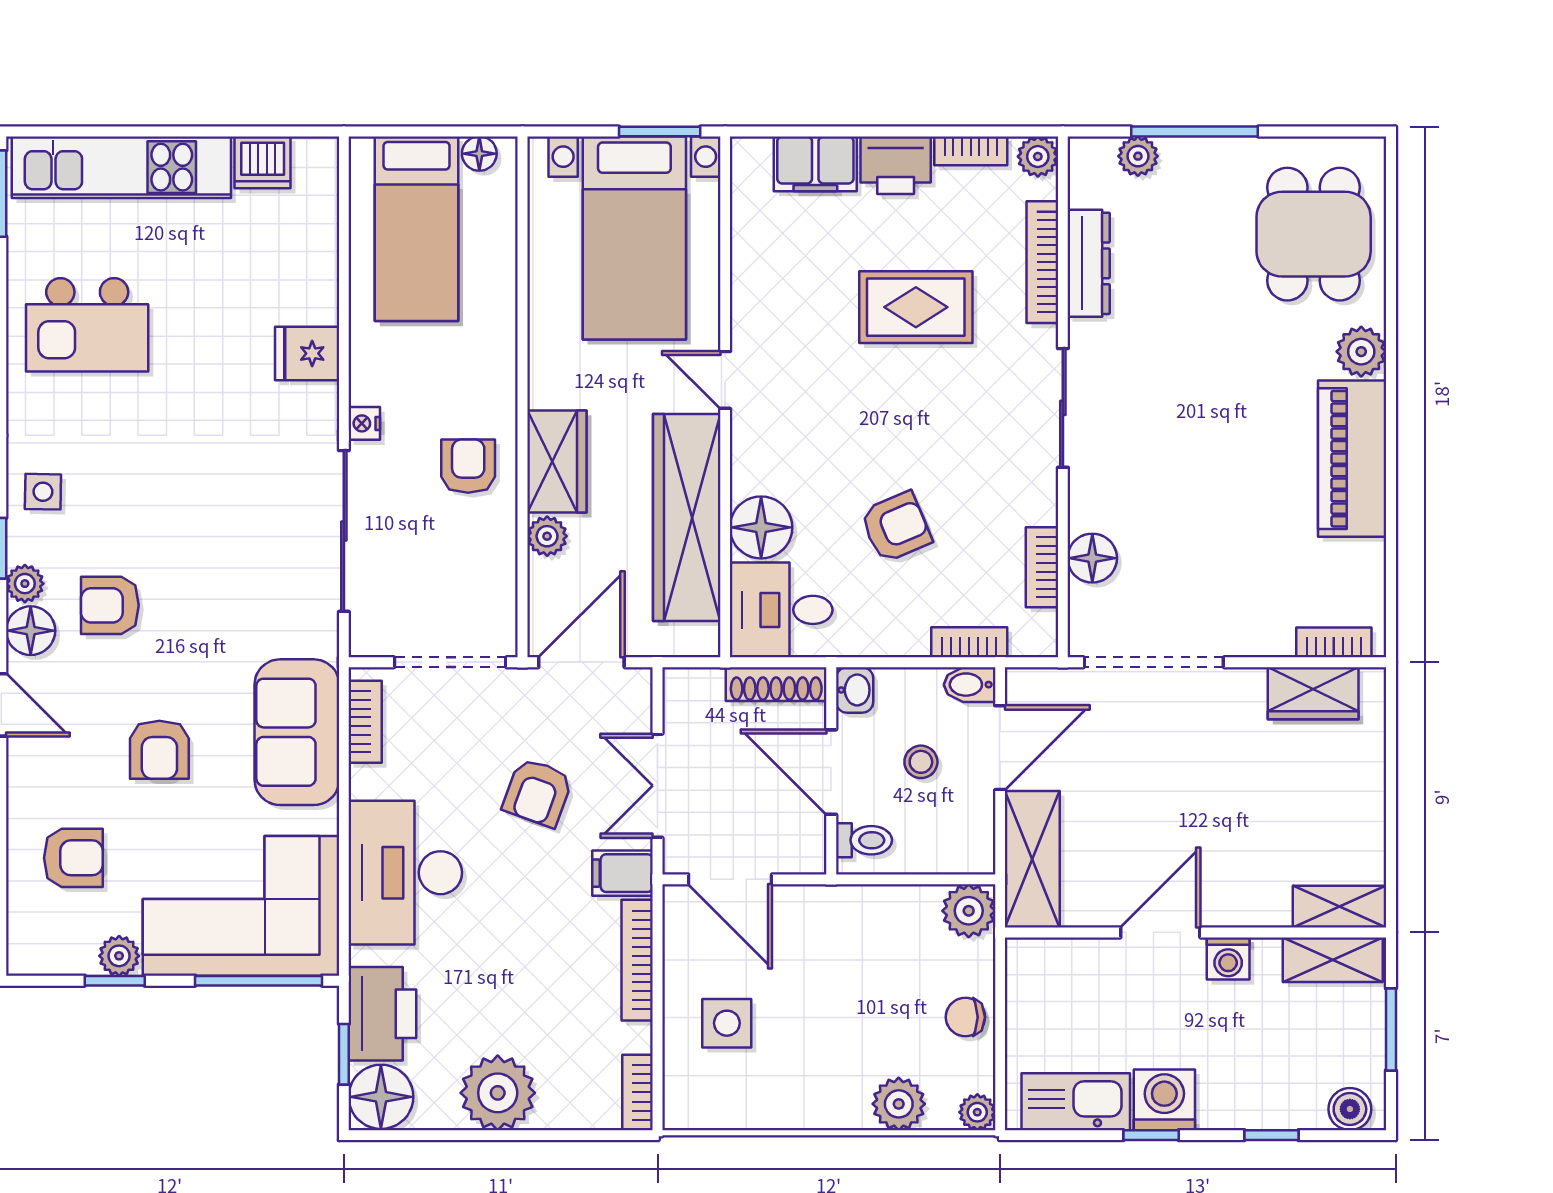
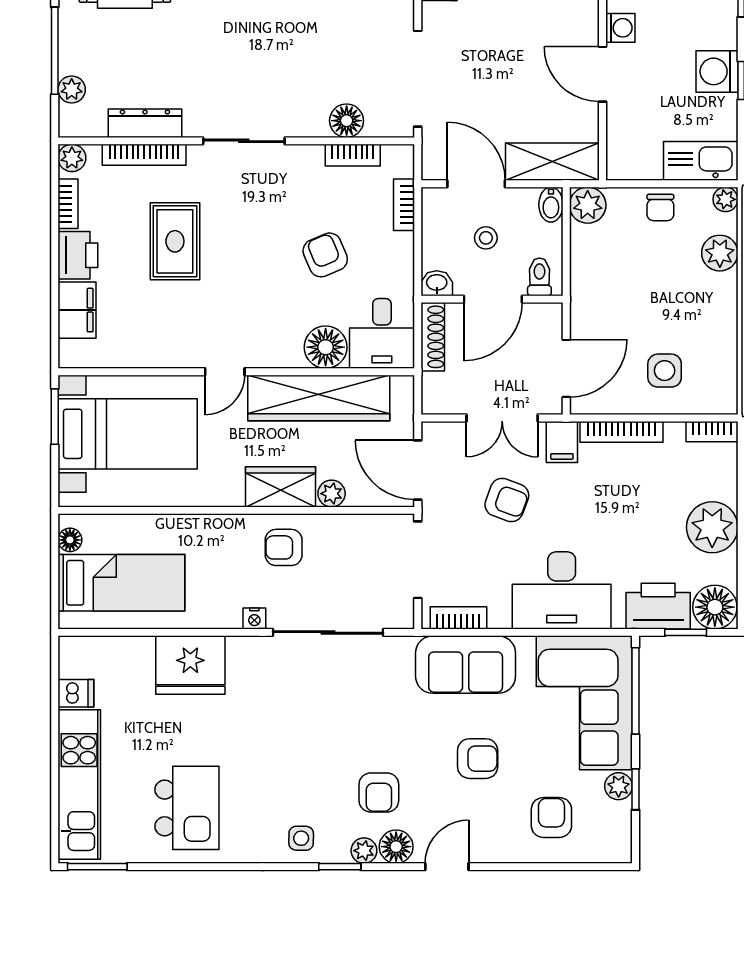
dishwasher: (263, 162) -> (76, 693), width x0.73
fridge: (307, 353) -> (190, 665), width x1.88, depth x1.34
bidet: (970, 685) -> (551, 205), moved
kitchen sink: (1076, 1102) -> (701, 161), moved, turned 90

